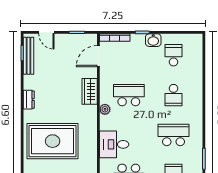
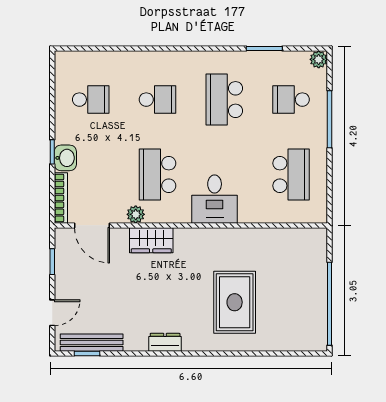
washbasin: (153, 40) -> (65, 158), moved
school desk: (174, 55) -> (91, 100), turned 180
plant: (105, 109) -> (136, 214), moved
rug: (53, 141) -> (235, 302), width x0.73, depth x0.69
desk: (114, 144) -> (215, 199), moved

